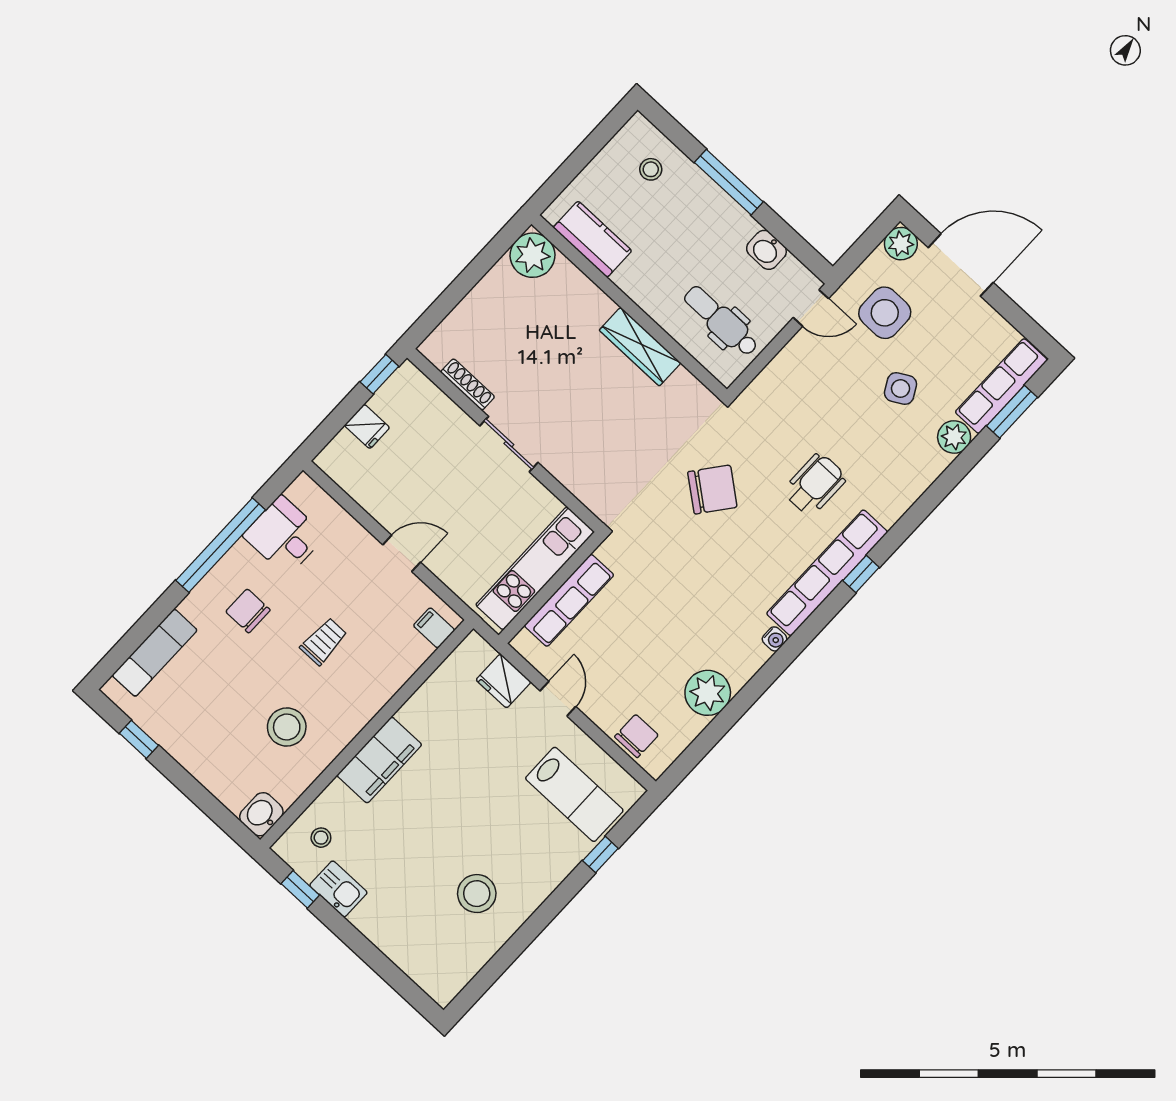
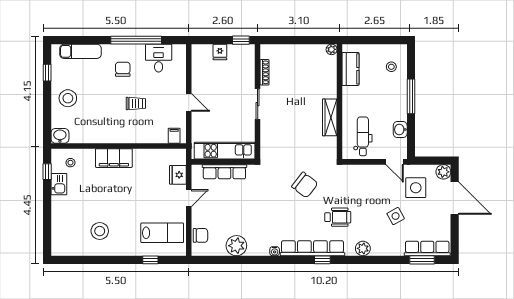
plant: (533, 255) -> (332, 49), width x0.53, depth x0.53
plant: (954, 437) -> (363, 248), moved
stool: (287, 727) -> (68, 98), moved
lab bench: (574, 794) -> (162, 233), turned -90

